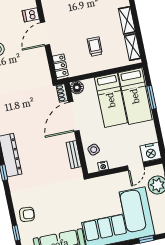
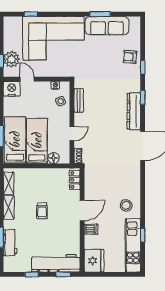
trolley: (95, 47) -> (42, 211), moved
floor lamp: (77, 87) -> (53, 158), moved
door: (74, 116) -> (72, 134), width x0.53
door: (136, 166) -> (27, 79), hinge flipped
window: (16, 233) -> (143, 67), moved

